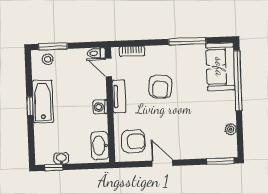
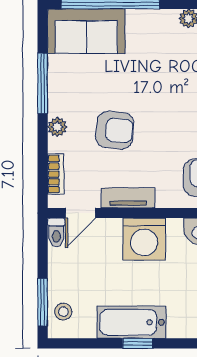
plant: (161, 51) -> (57, 127), added
washing machine: (100, 107) -> (144, 239), width x1.89, depth x1.89

